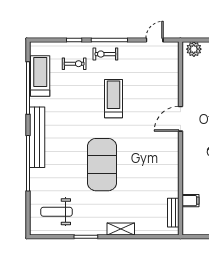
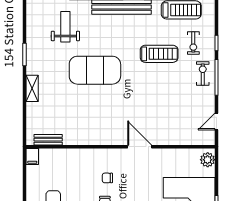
door: (155, 40) -> (217, 121), swing flipped
treadmill: (113, 99) -> (159, 54), moved
filing cabinet: (190, 201) -> (32, 156), moved
weight bench: (56, 212) -> (65, 27), moved

